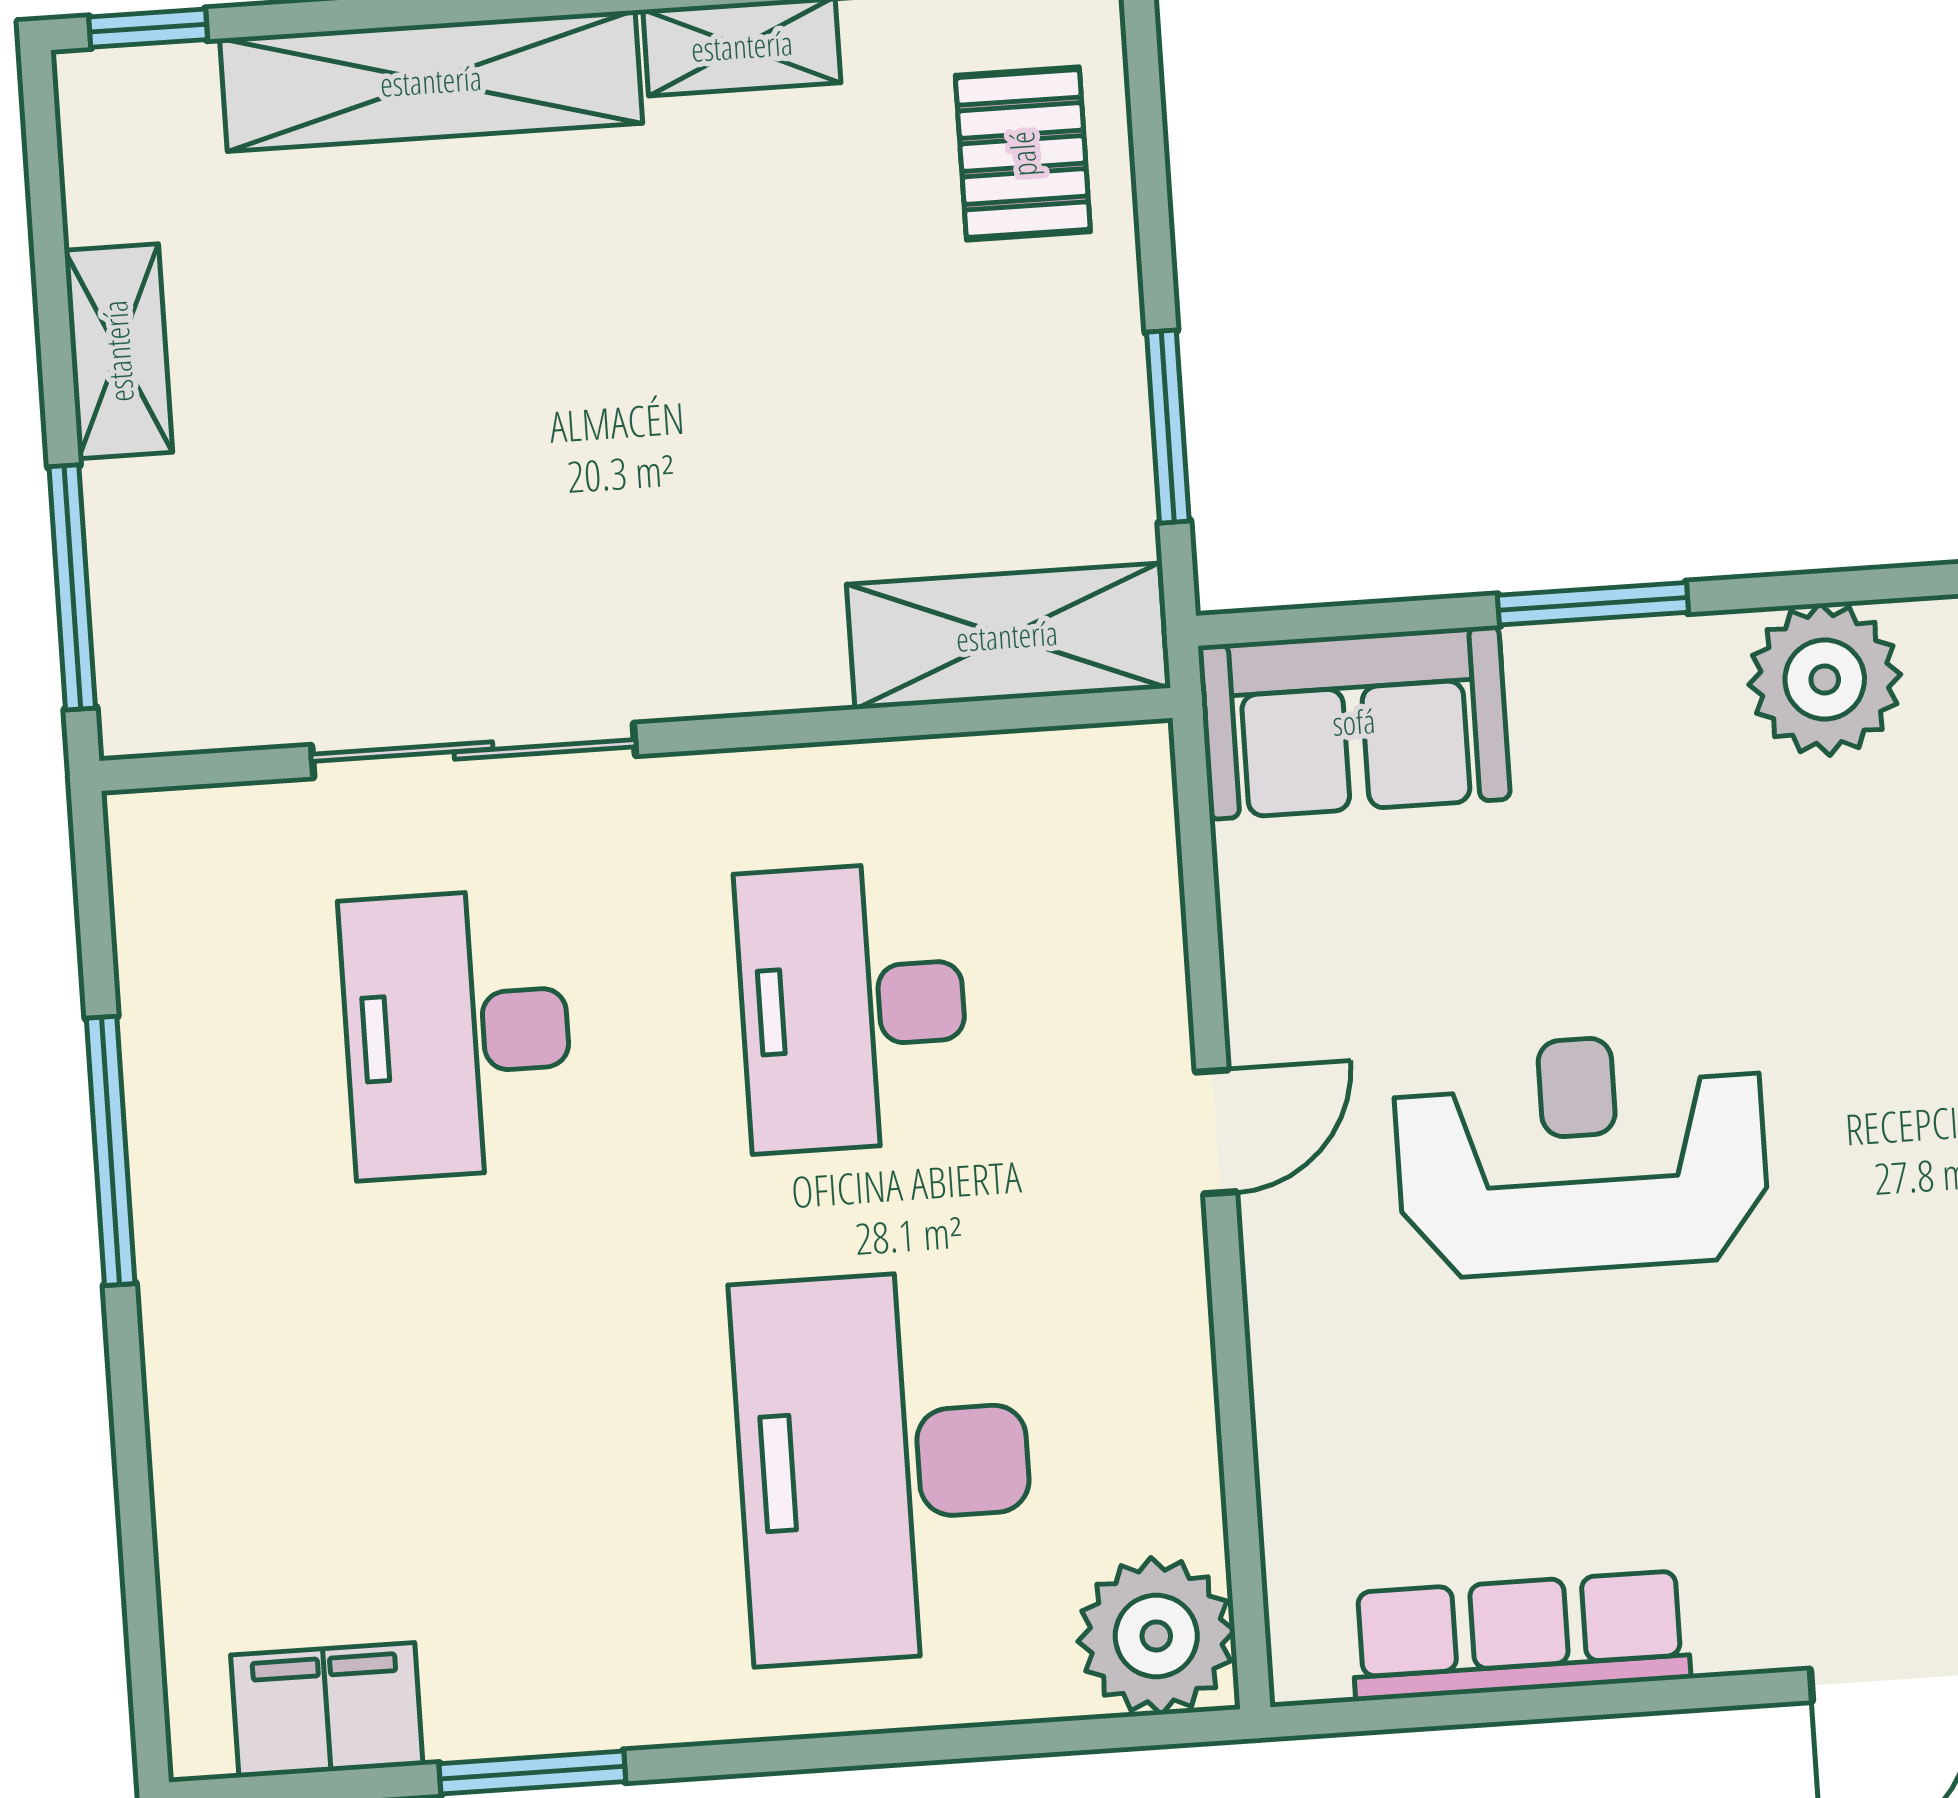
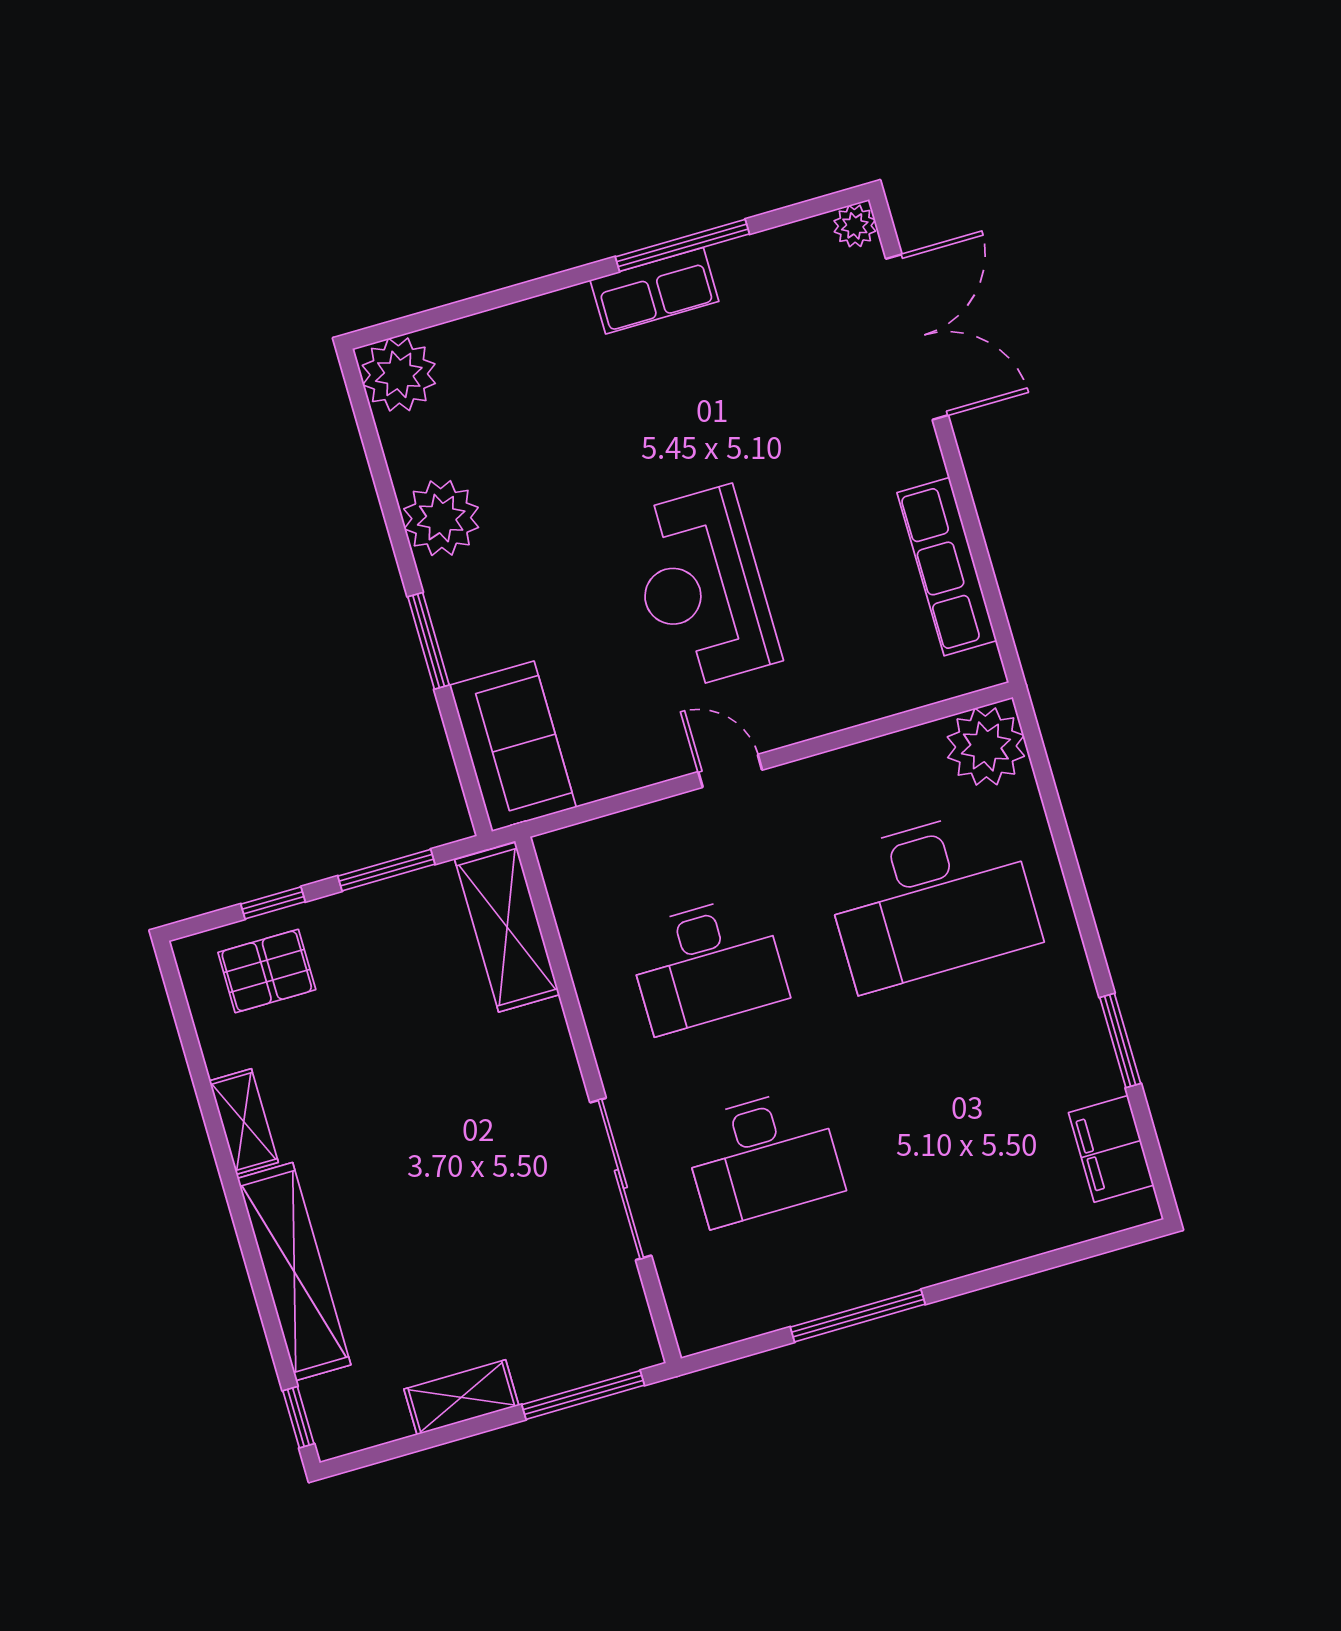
window: (1152, 194) -> (273, 903), added

